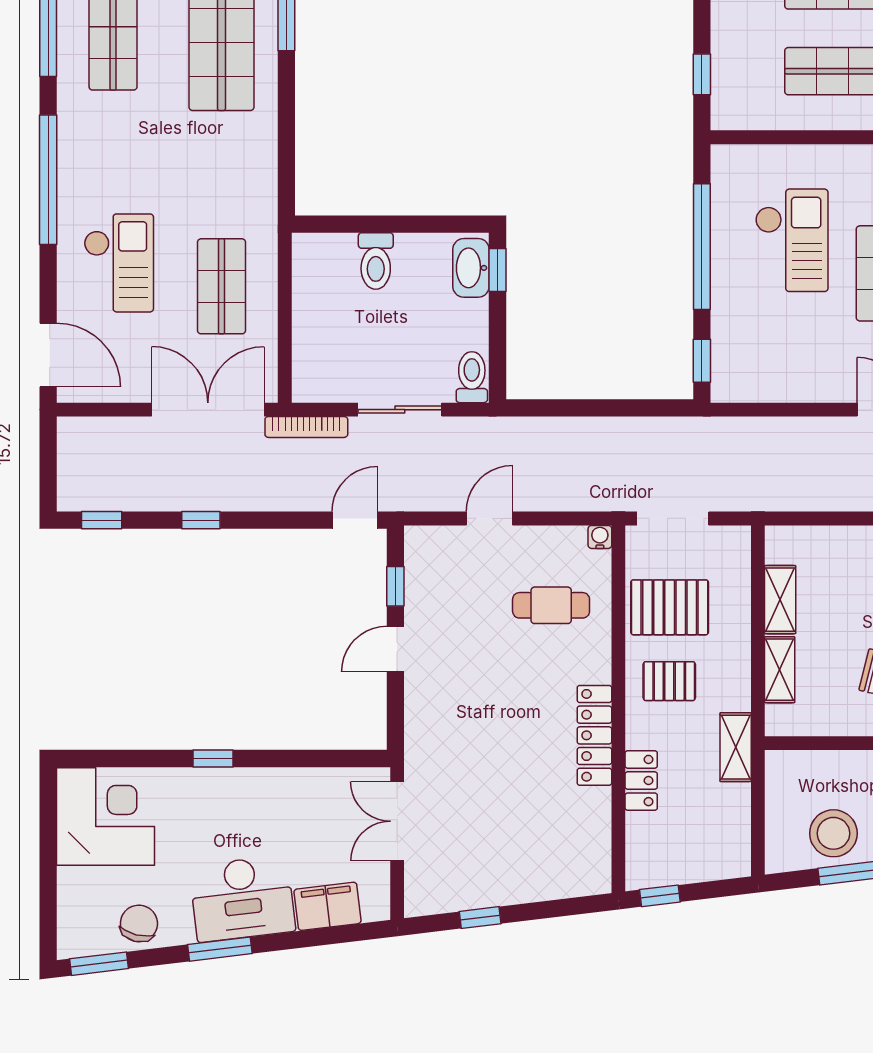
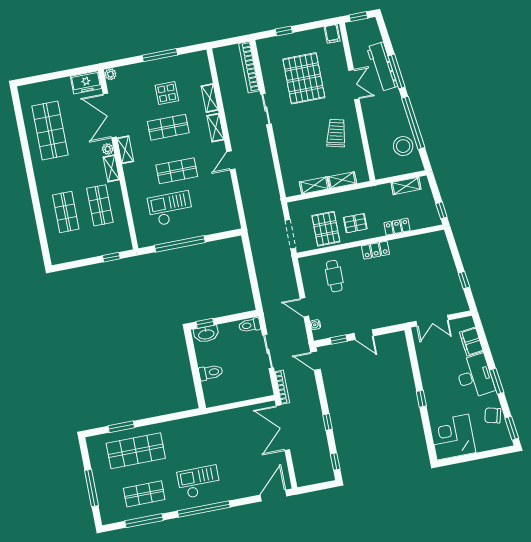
checkout: (119, 263) -> (199, 482), moved
shop shelf: (221, 286) -> (233, 432), removed
window: (702, 361) -> (225, 235), removed
water cooler: (600, 537) -> (315, 325), moved
pallet: (669, 681) -> (355, 223), turned 90
locker: (594, 735) -> (376, 250), width x0.66
shelving: (736, 747) -> (406, 186), moved

